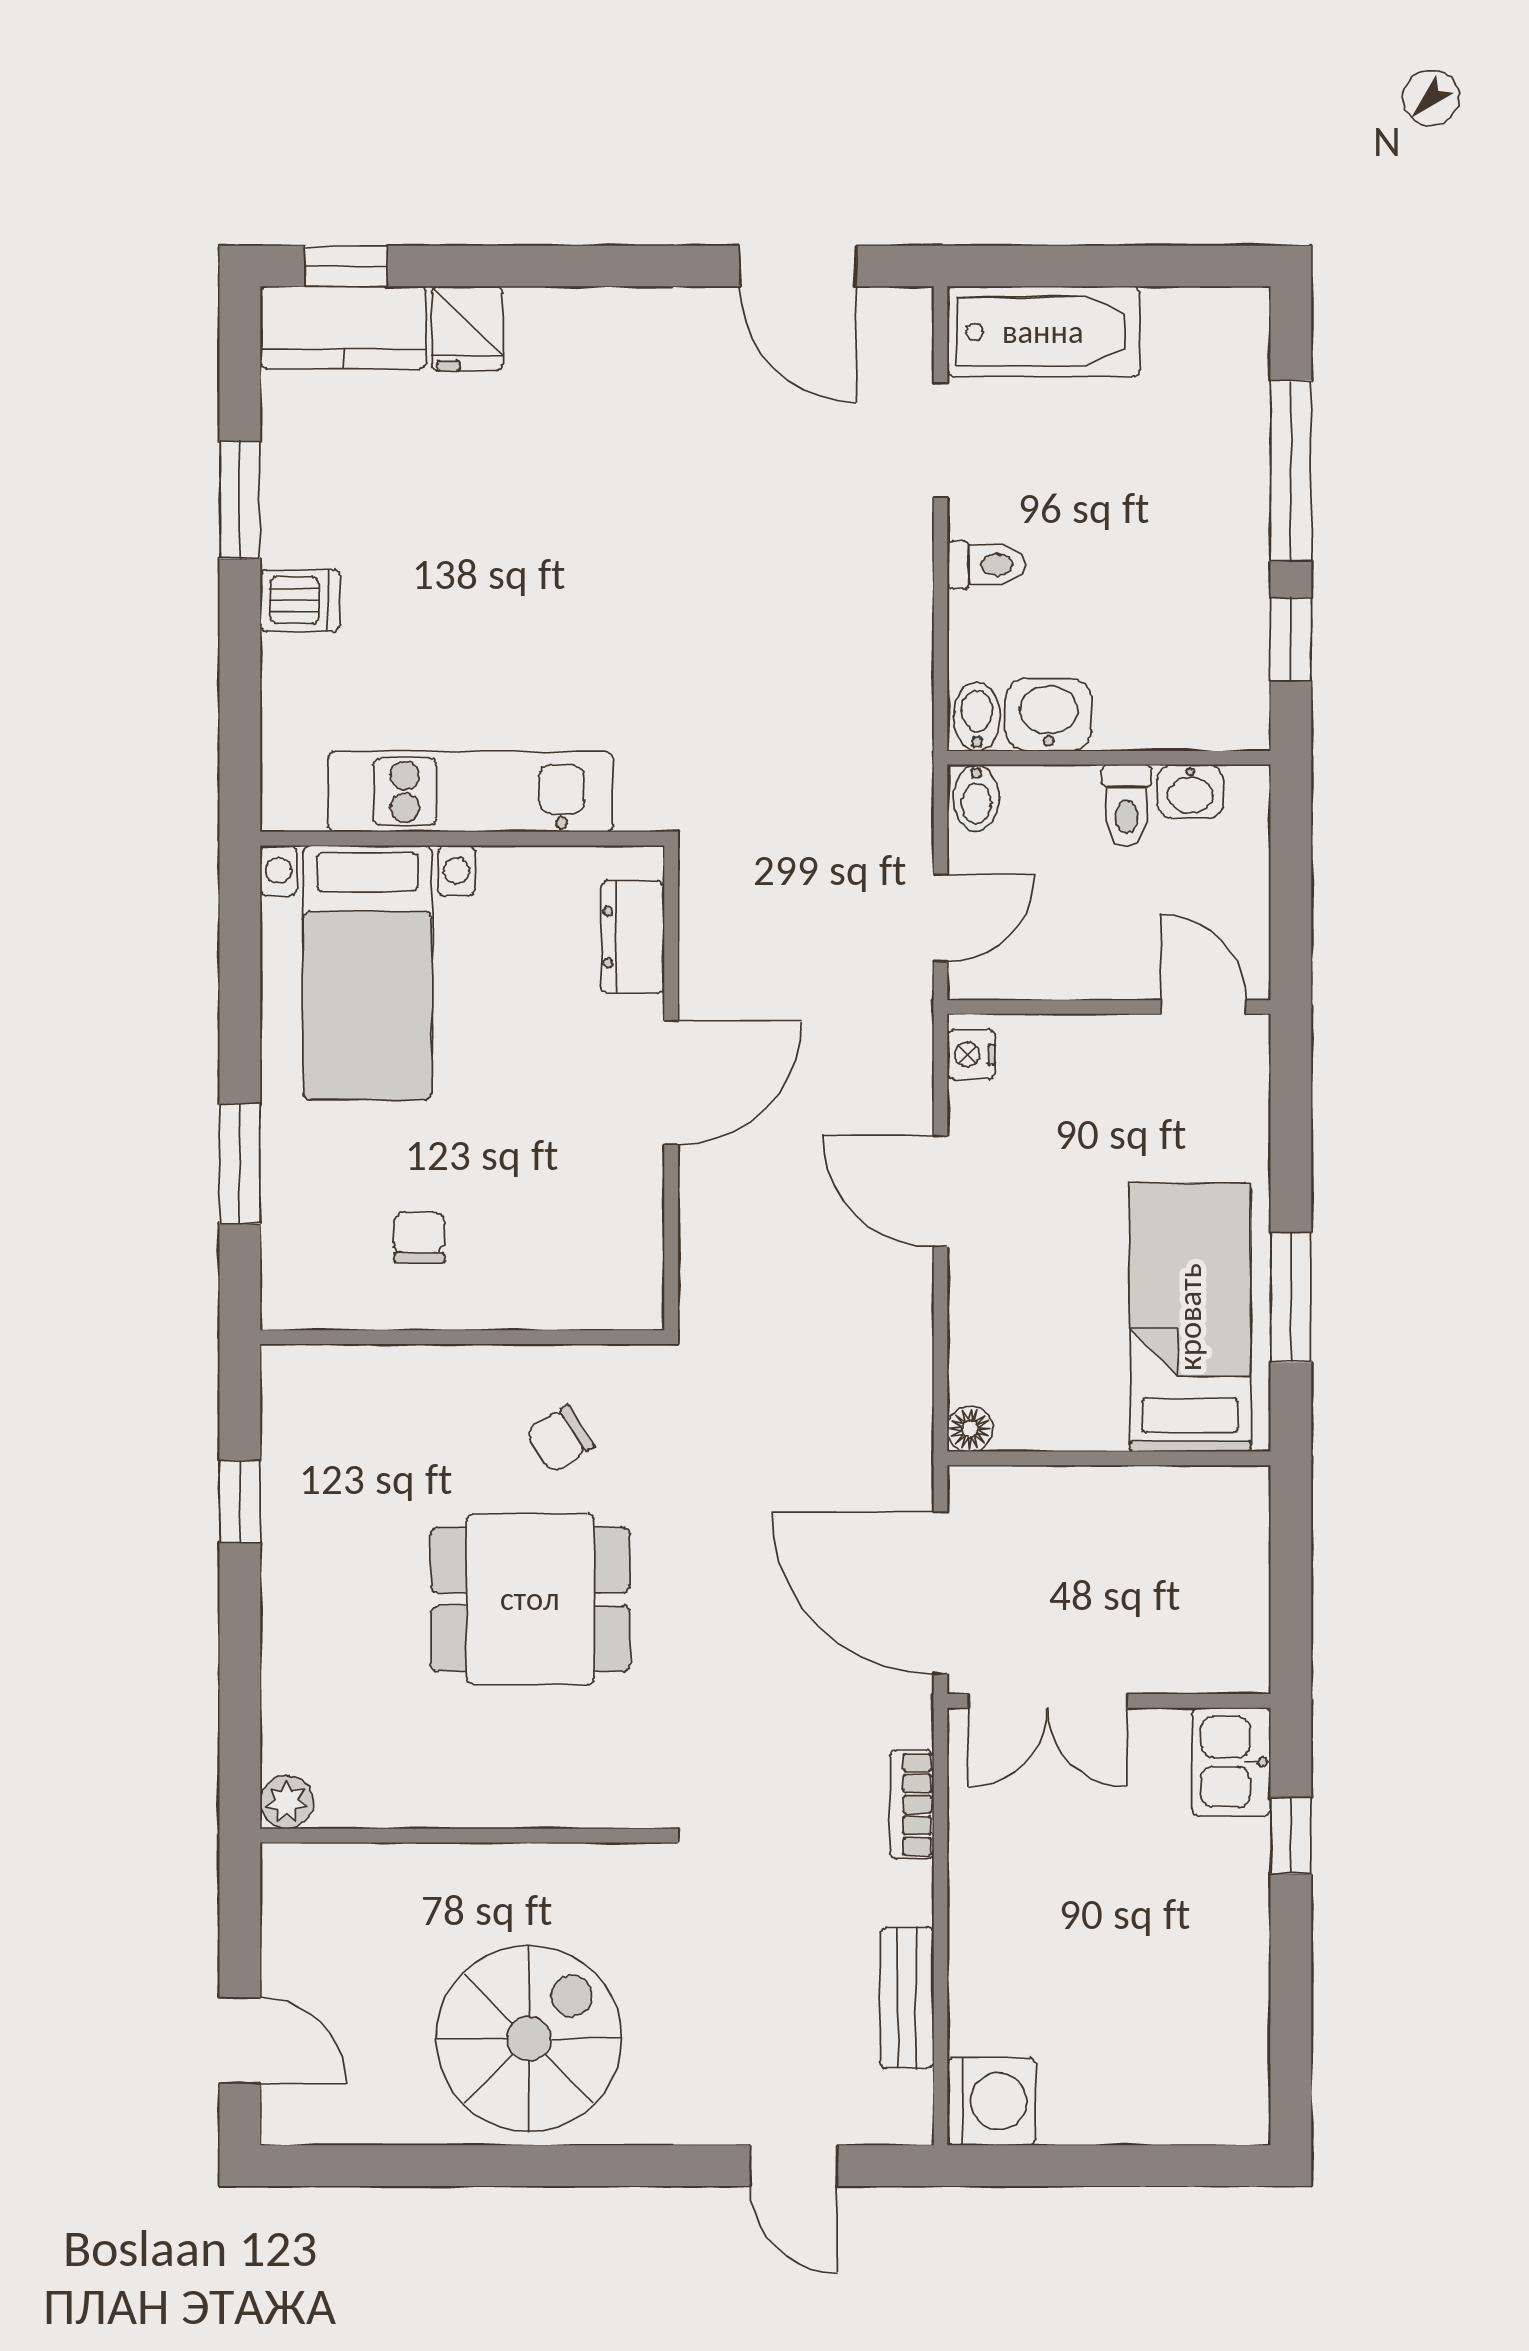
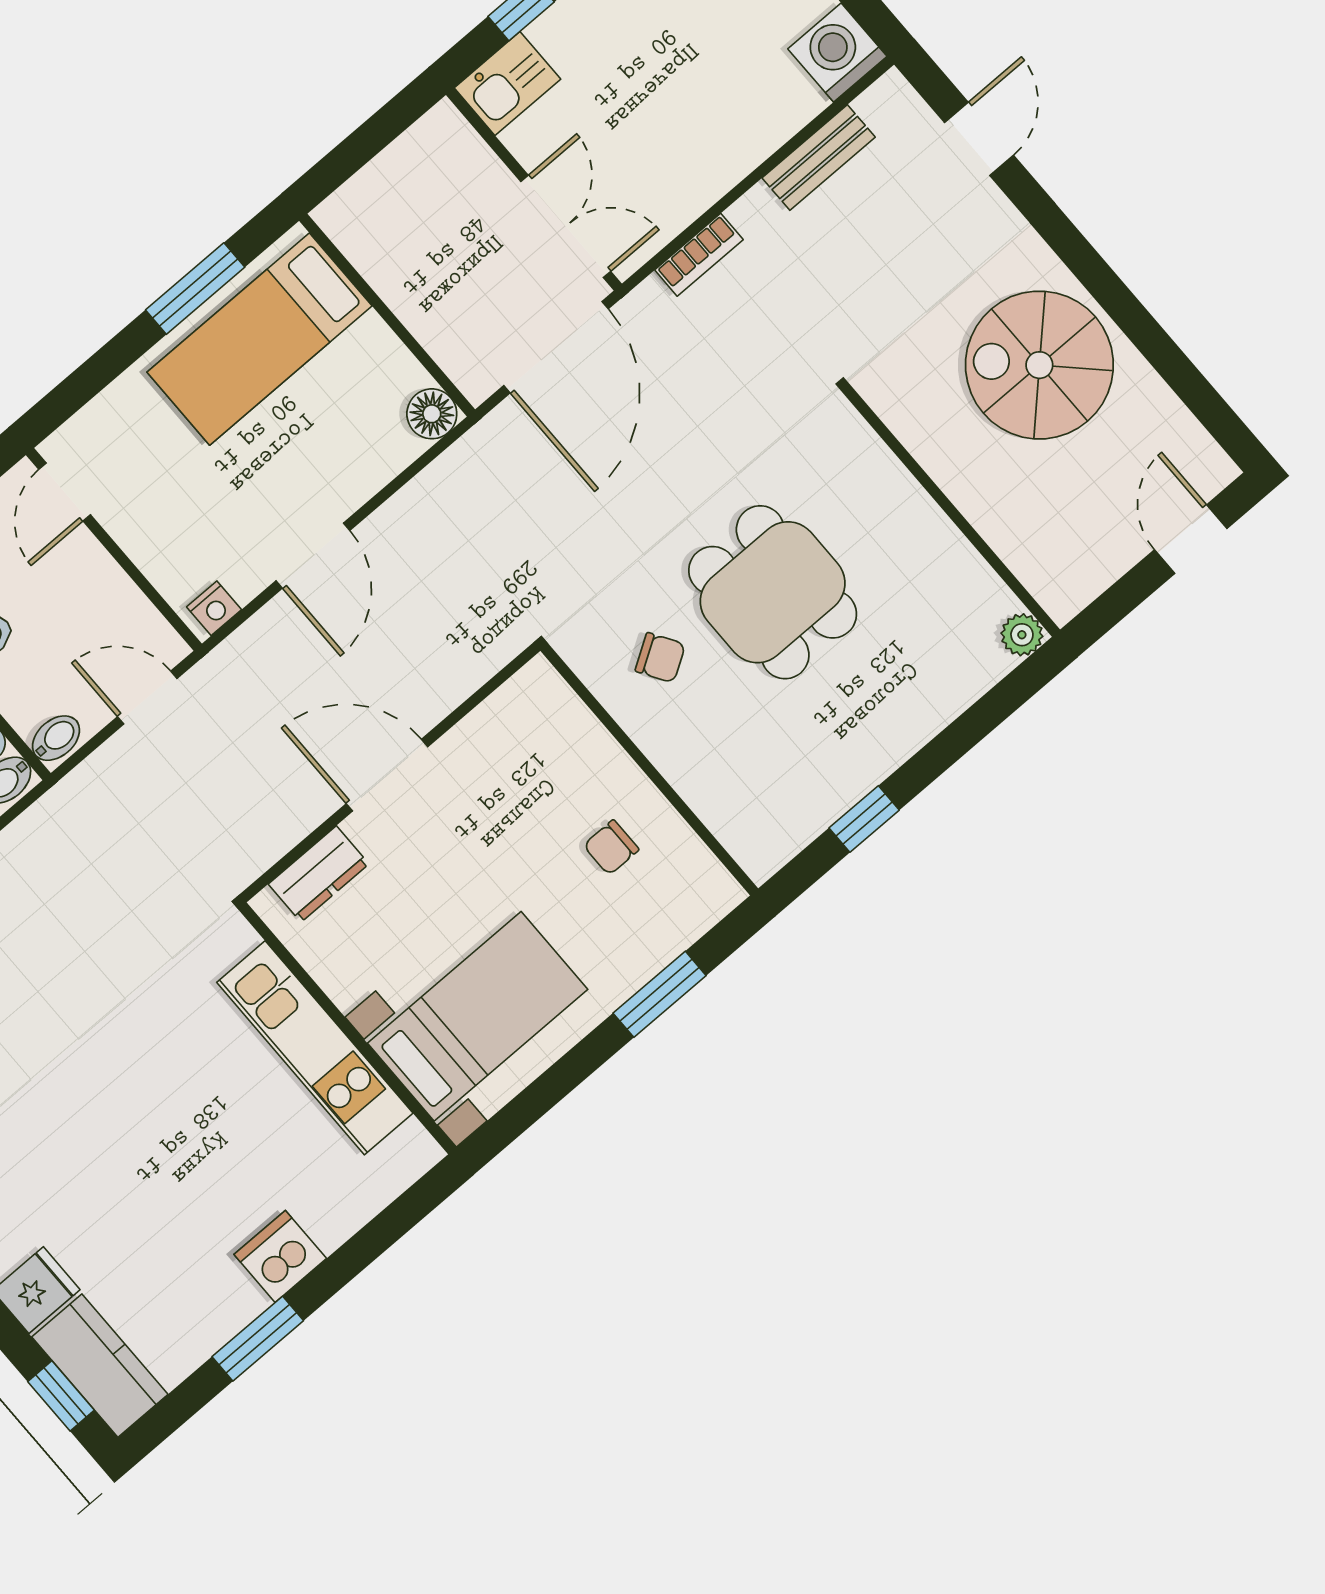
dishwasher: (300, 600) -> (280, 1256), width x1.38
floor lamp: (970, 1429) -> (432, 414), width x1.37, depth x1.37

